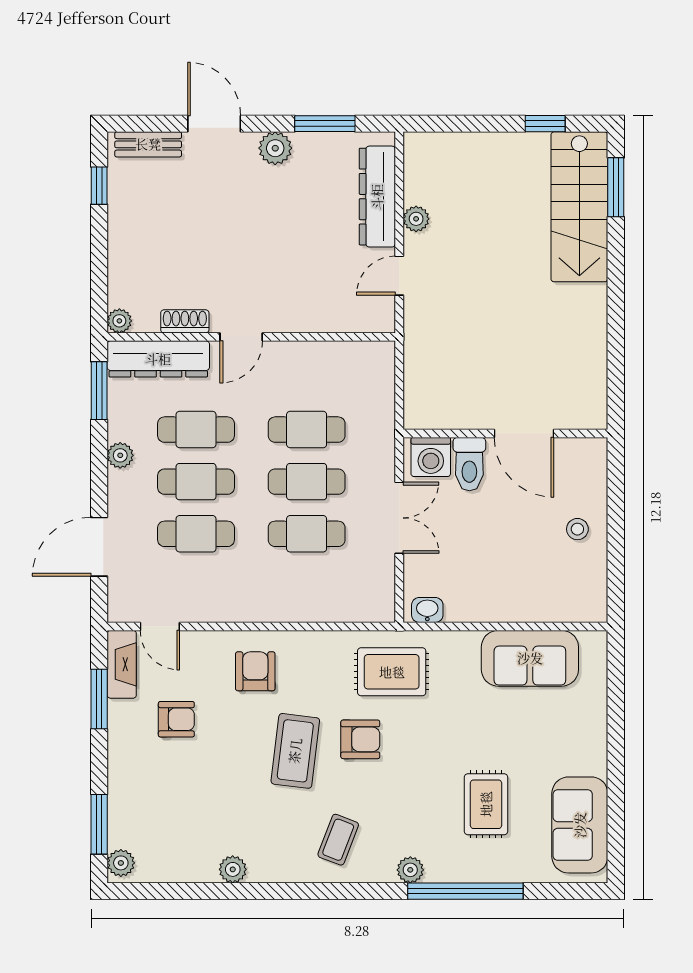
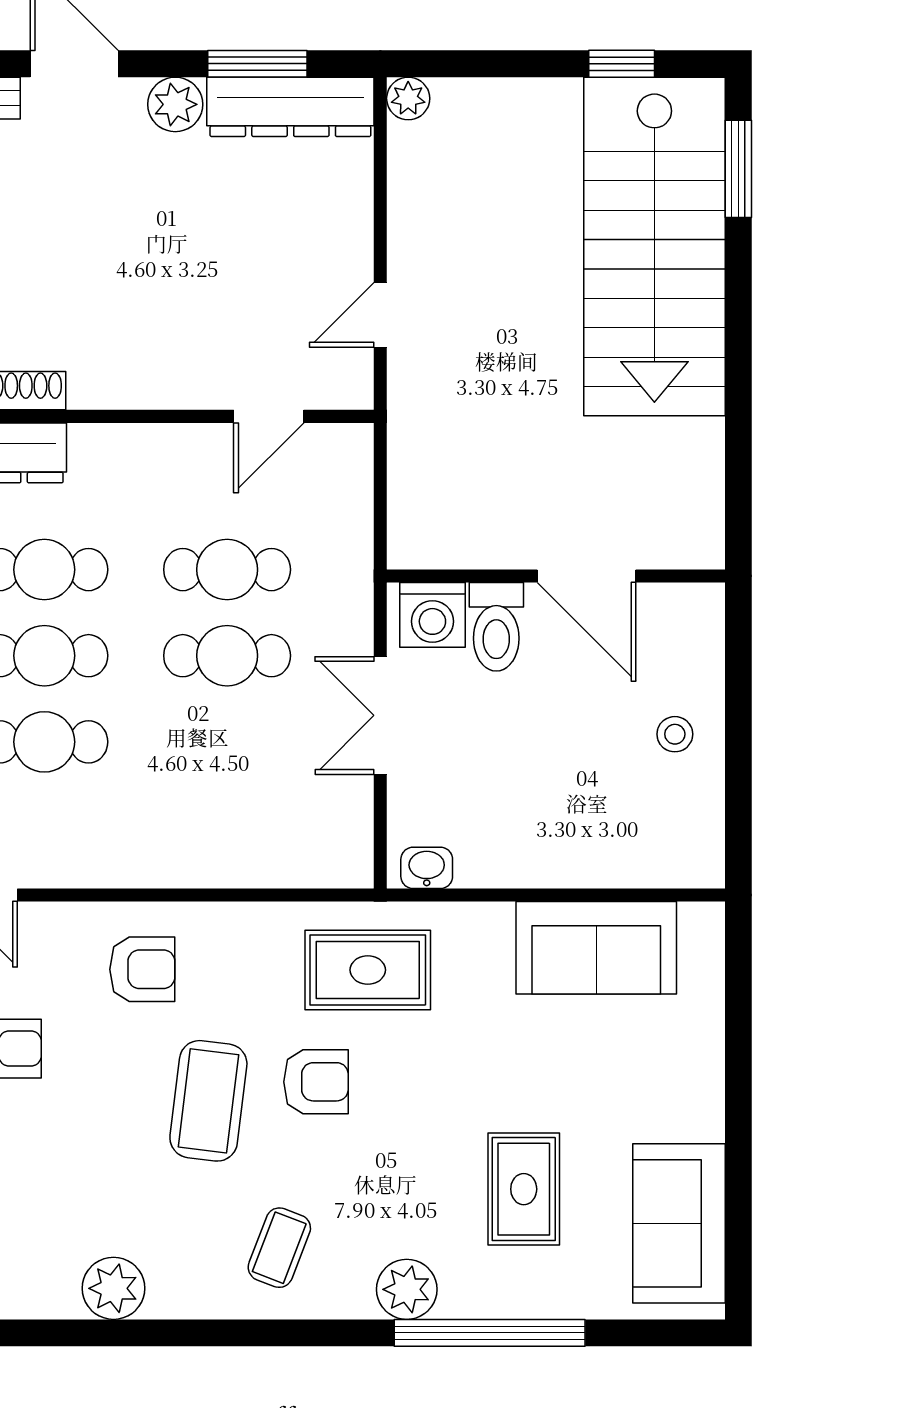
dresser: (377, 197) -> (290, 107), moved, turned -90
stairs: (579, 207) -> (654, 246), width x1.36, depth x1.51
plant: (416, 219) -> (408, 98), moved
door: (241, 337) -> (269, 416), moved
double door: (399, 518) -> (380, 715), swing flipped
cafe table: (307, 534) -> (227, 742), removed
armchair: (255, 671) -> (142, 969), turned 90
plant: (233, 869) -> (114, 1288), width x1.38, depth x1.38
plant: (410, 870) -> (407, 1289), width x1.38, depth x1.38

